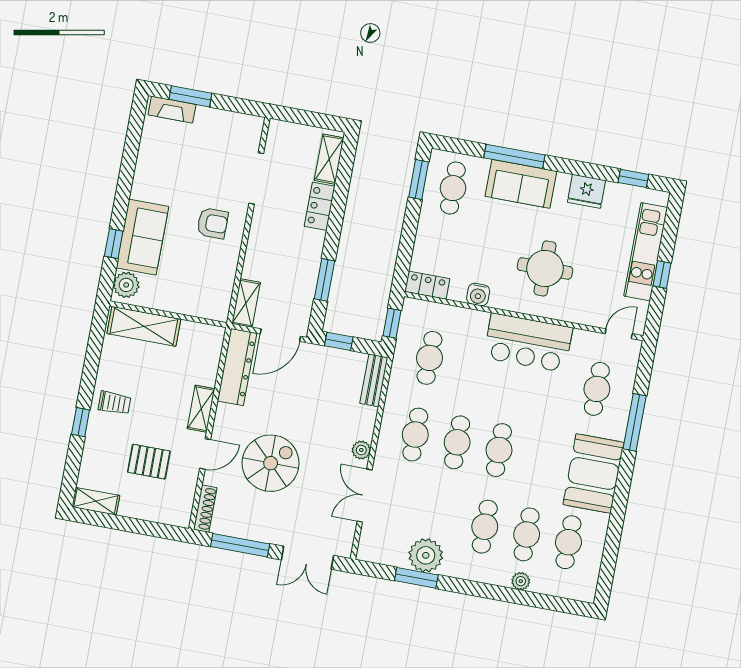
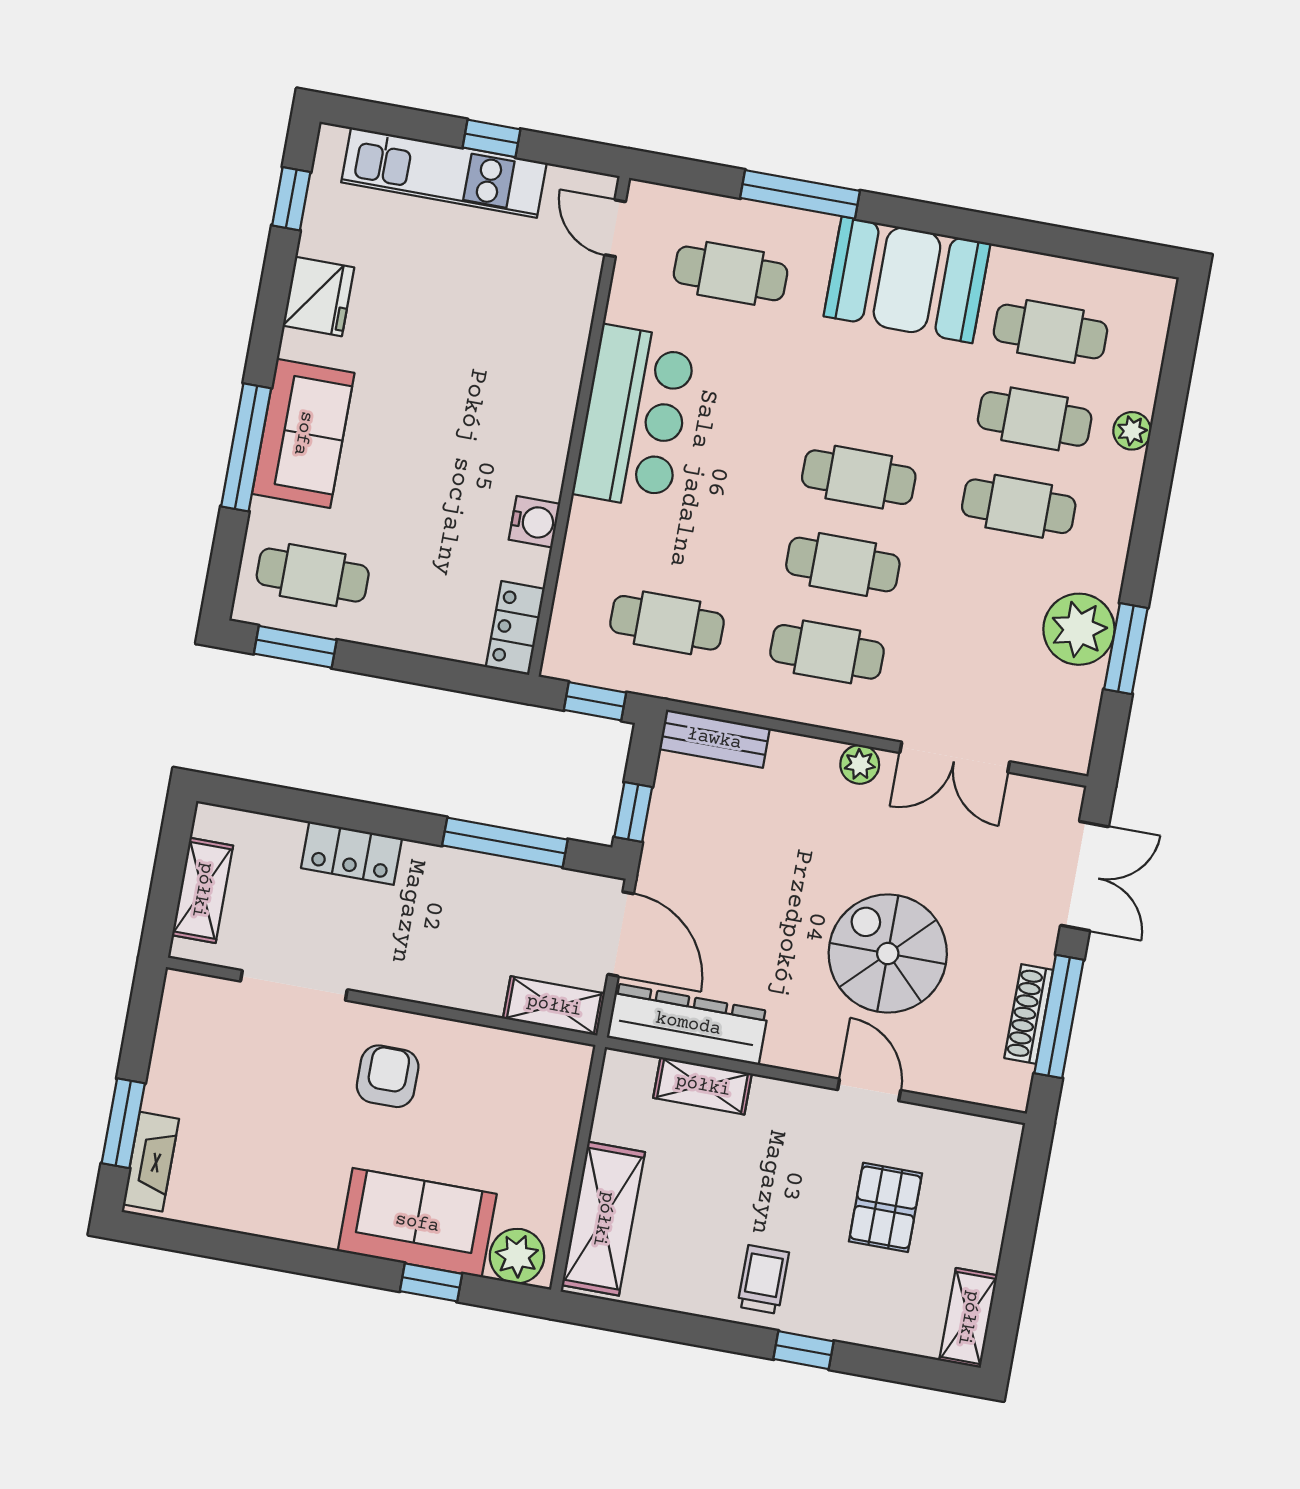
shelving: (329, 159) -> (202, 890), moved, turned 90
round table: (545, 268) -> (480, 382), removed
window: (324, 280) -> (505, 842), width x1.44
shelving: (201, 409) -> (703, 1086), moved
shoe rack: (205, 509) -> (1029, 1014), moved, turned -90

